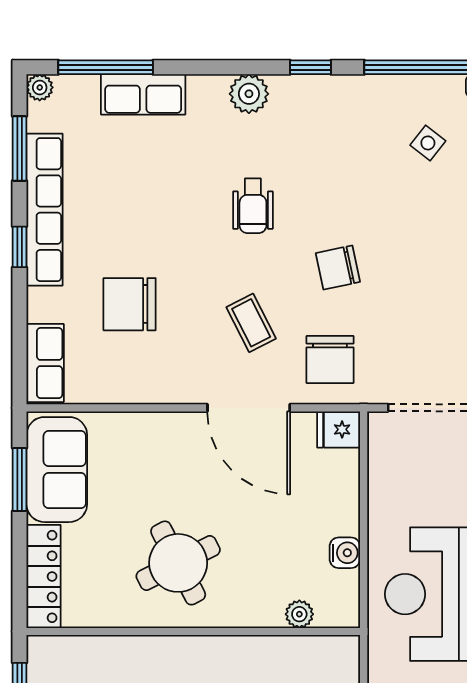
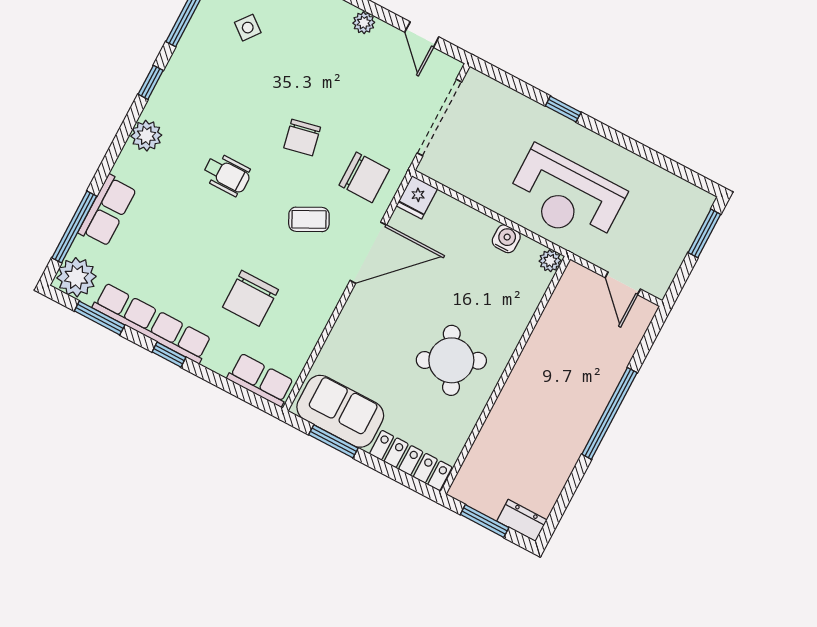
plant: (40, 87) -> (76, 277), width x1.88, depth x1.88
plant: (299, 614) -> (550, 261), moved

